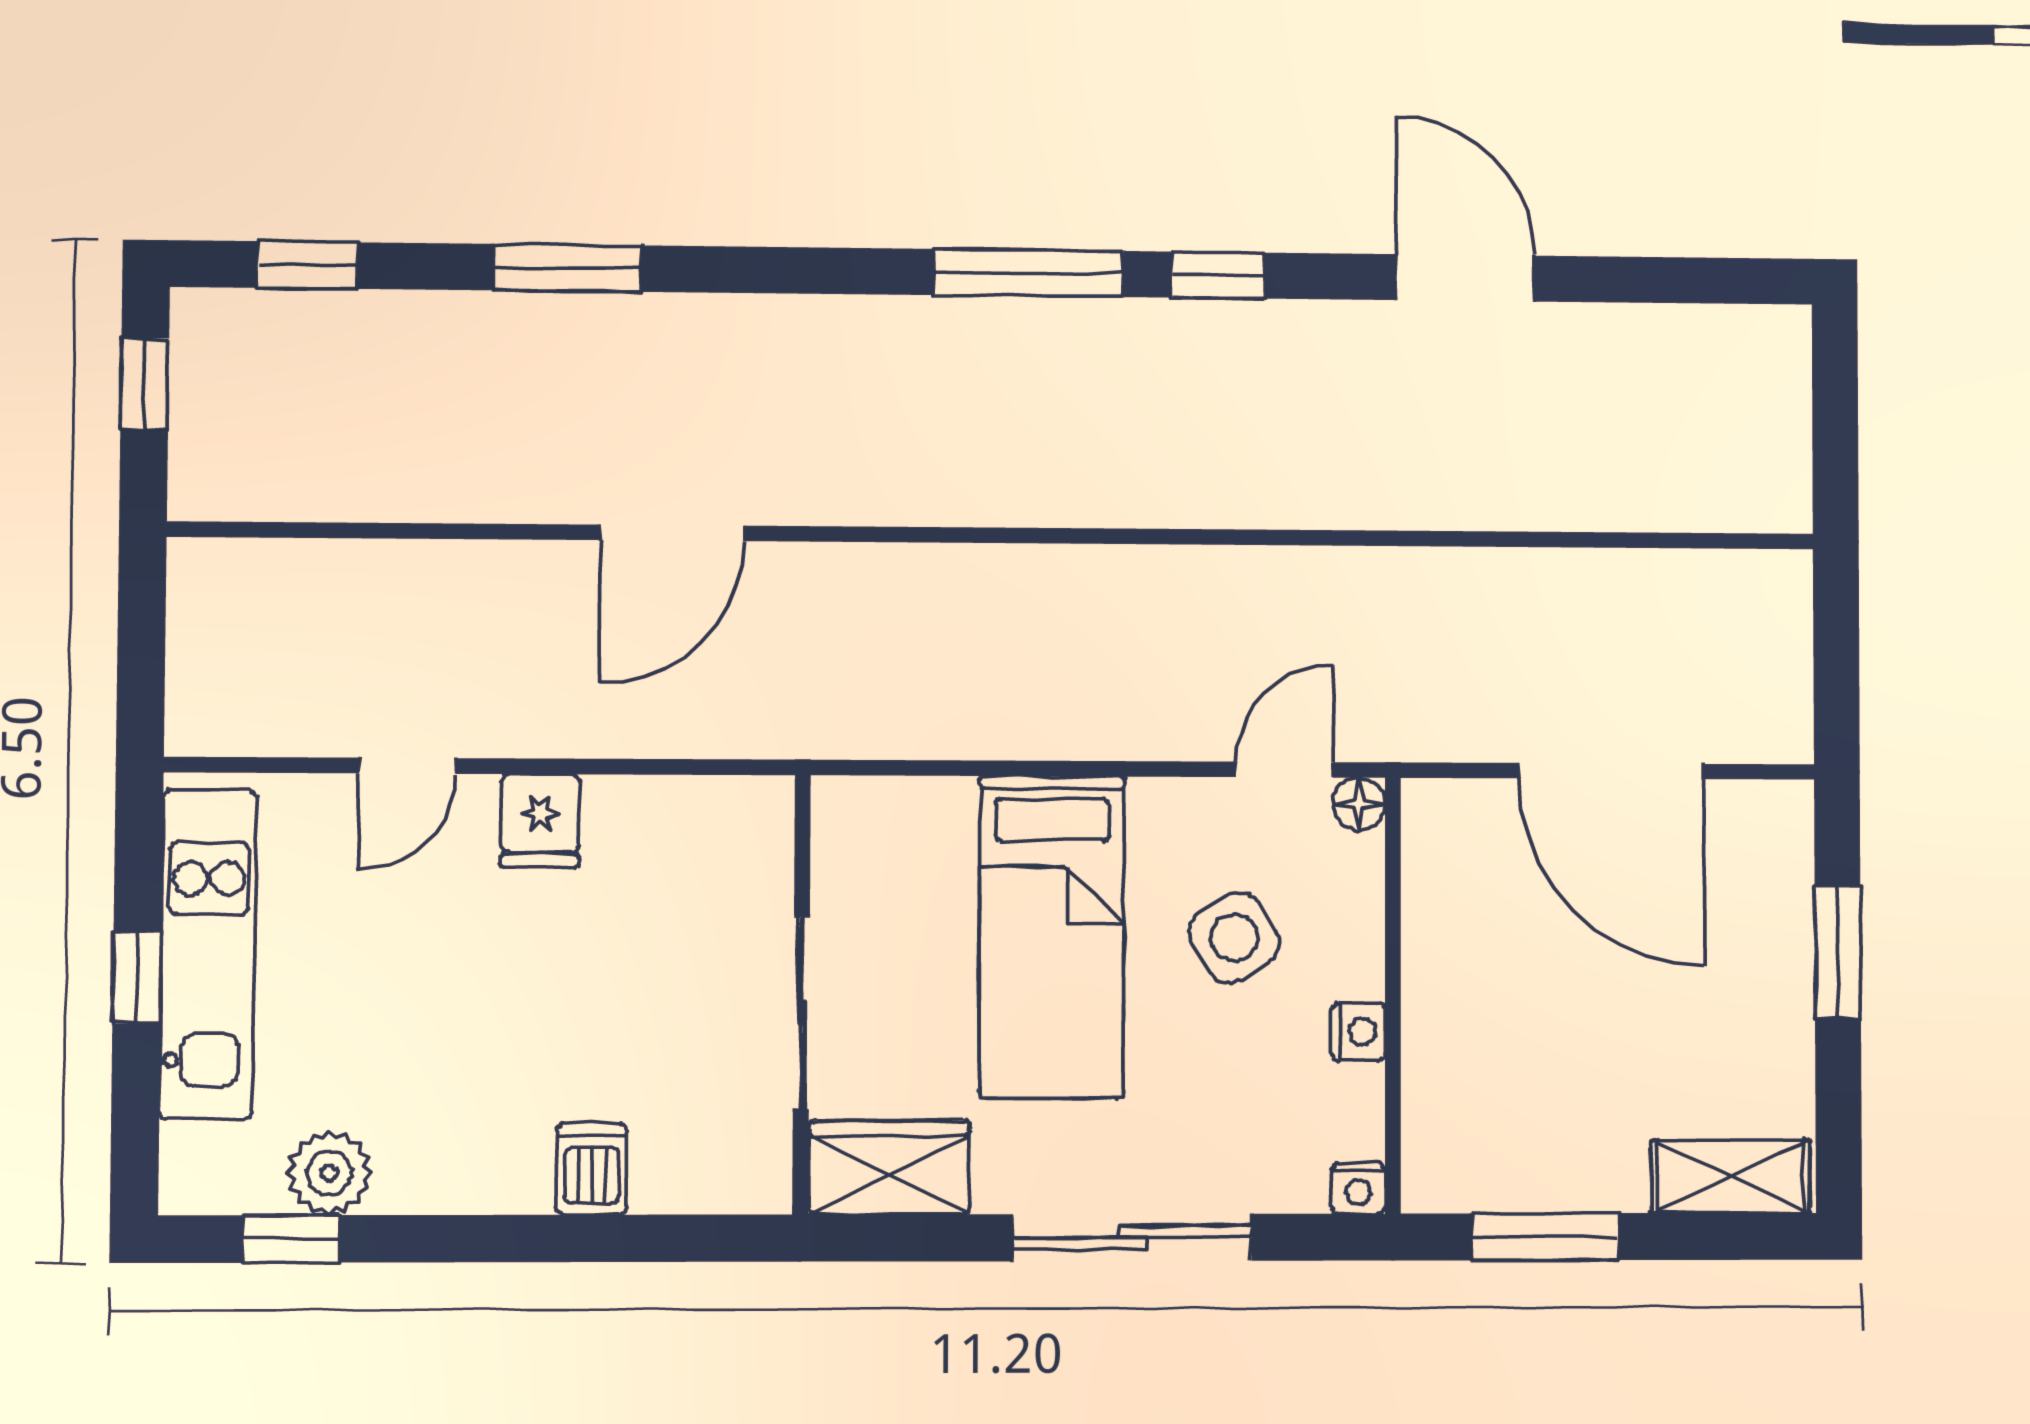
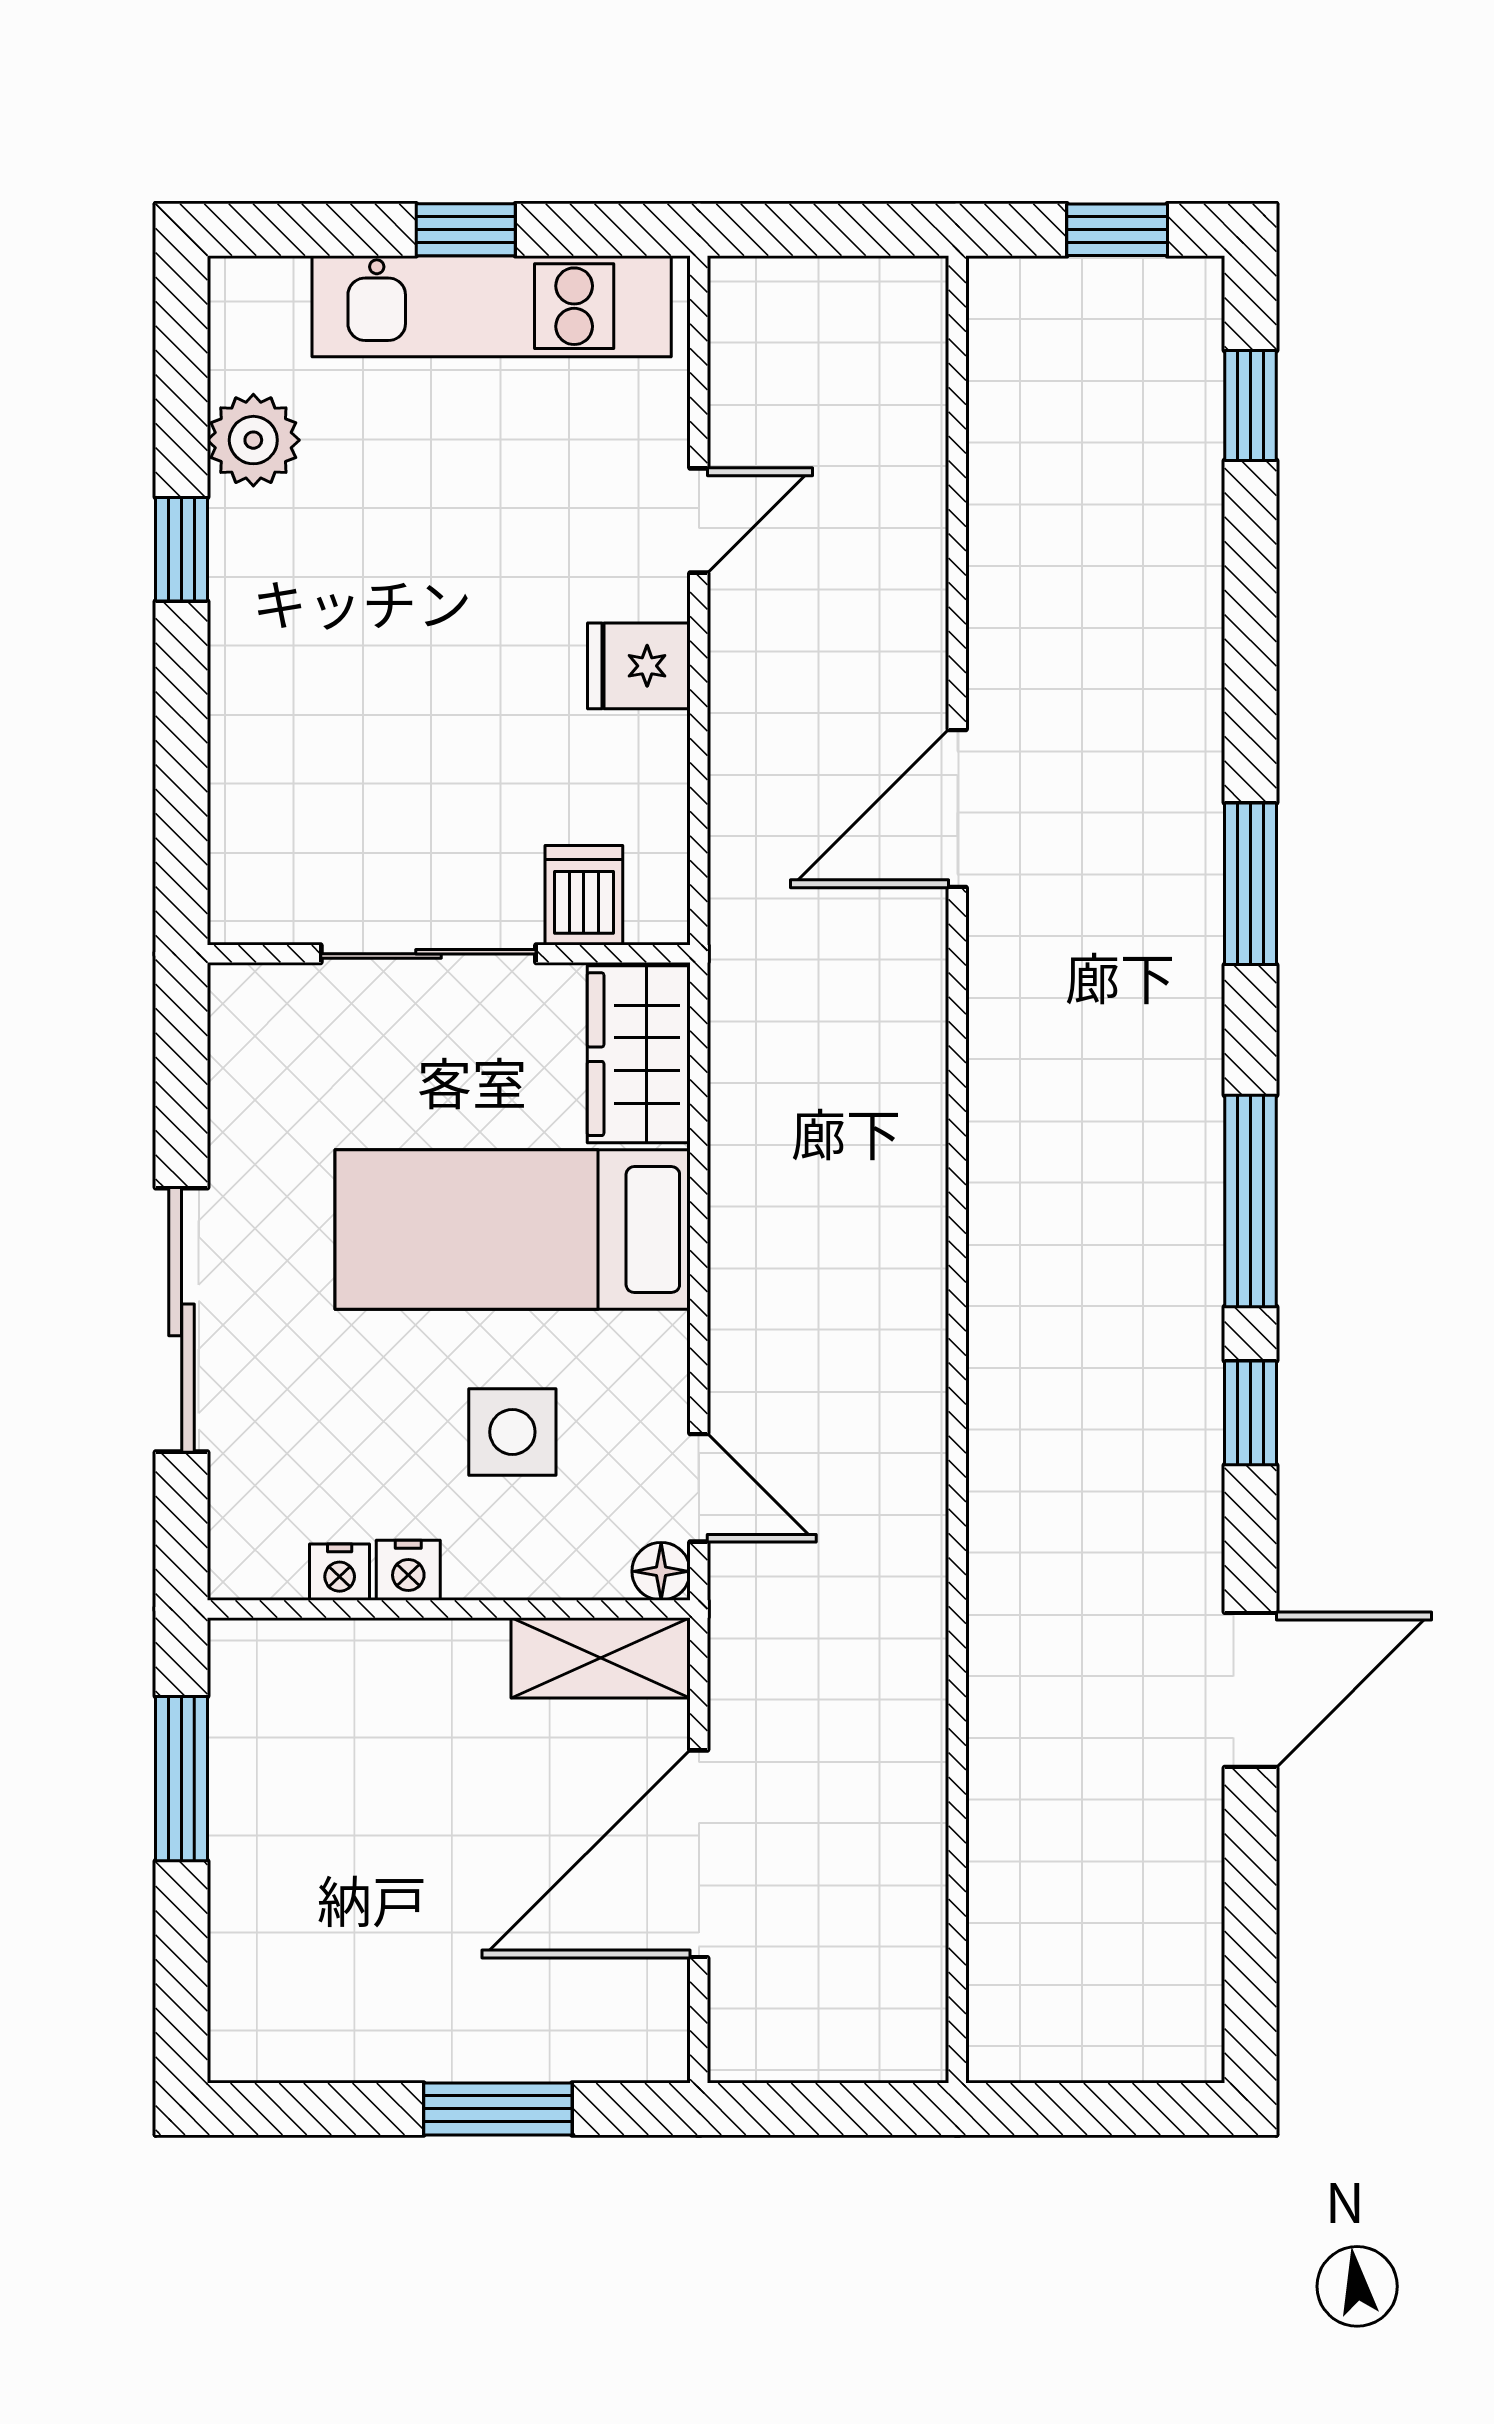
window: (568, 268) -> (1250, 884), moved
door: (672, 533) -> (957, 808), hinge flipped
door: (407, 766) -> (699, 520), swing flipped
side table: (1234, 937) -> (512, 1432), turned 32
wardrobe: (889, 1167) -> (639, 1054), moved, turned 180
dishwasher: (592, 1169) -> (584, 895), moved, turned -90
shelving: (1731, 1177) -> (601, 1658), moved, turned 90
nightstand: (1358, 1188) -> (340, 1572), moved, turned -90
window: (291, 1239) -> (182, 549), moved

